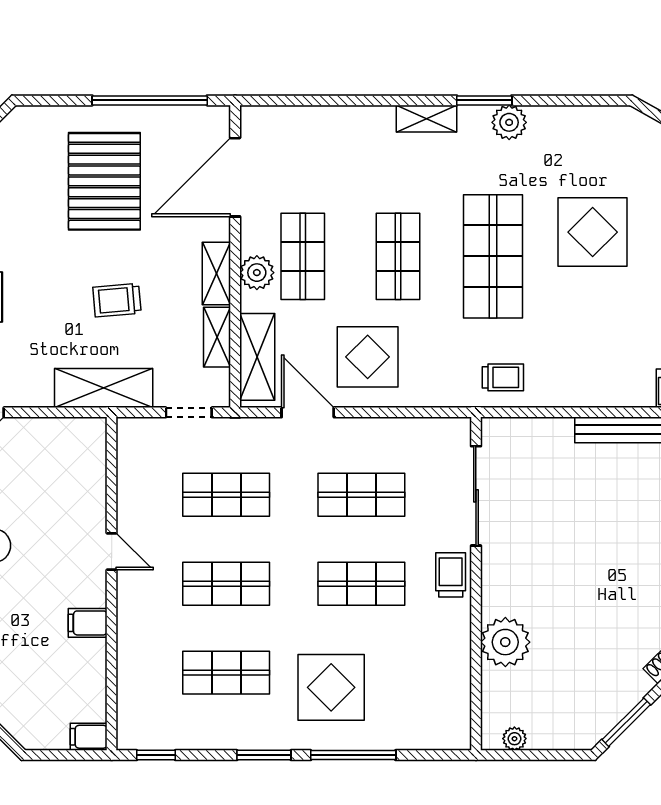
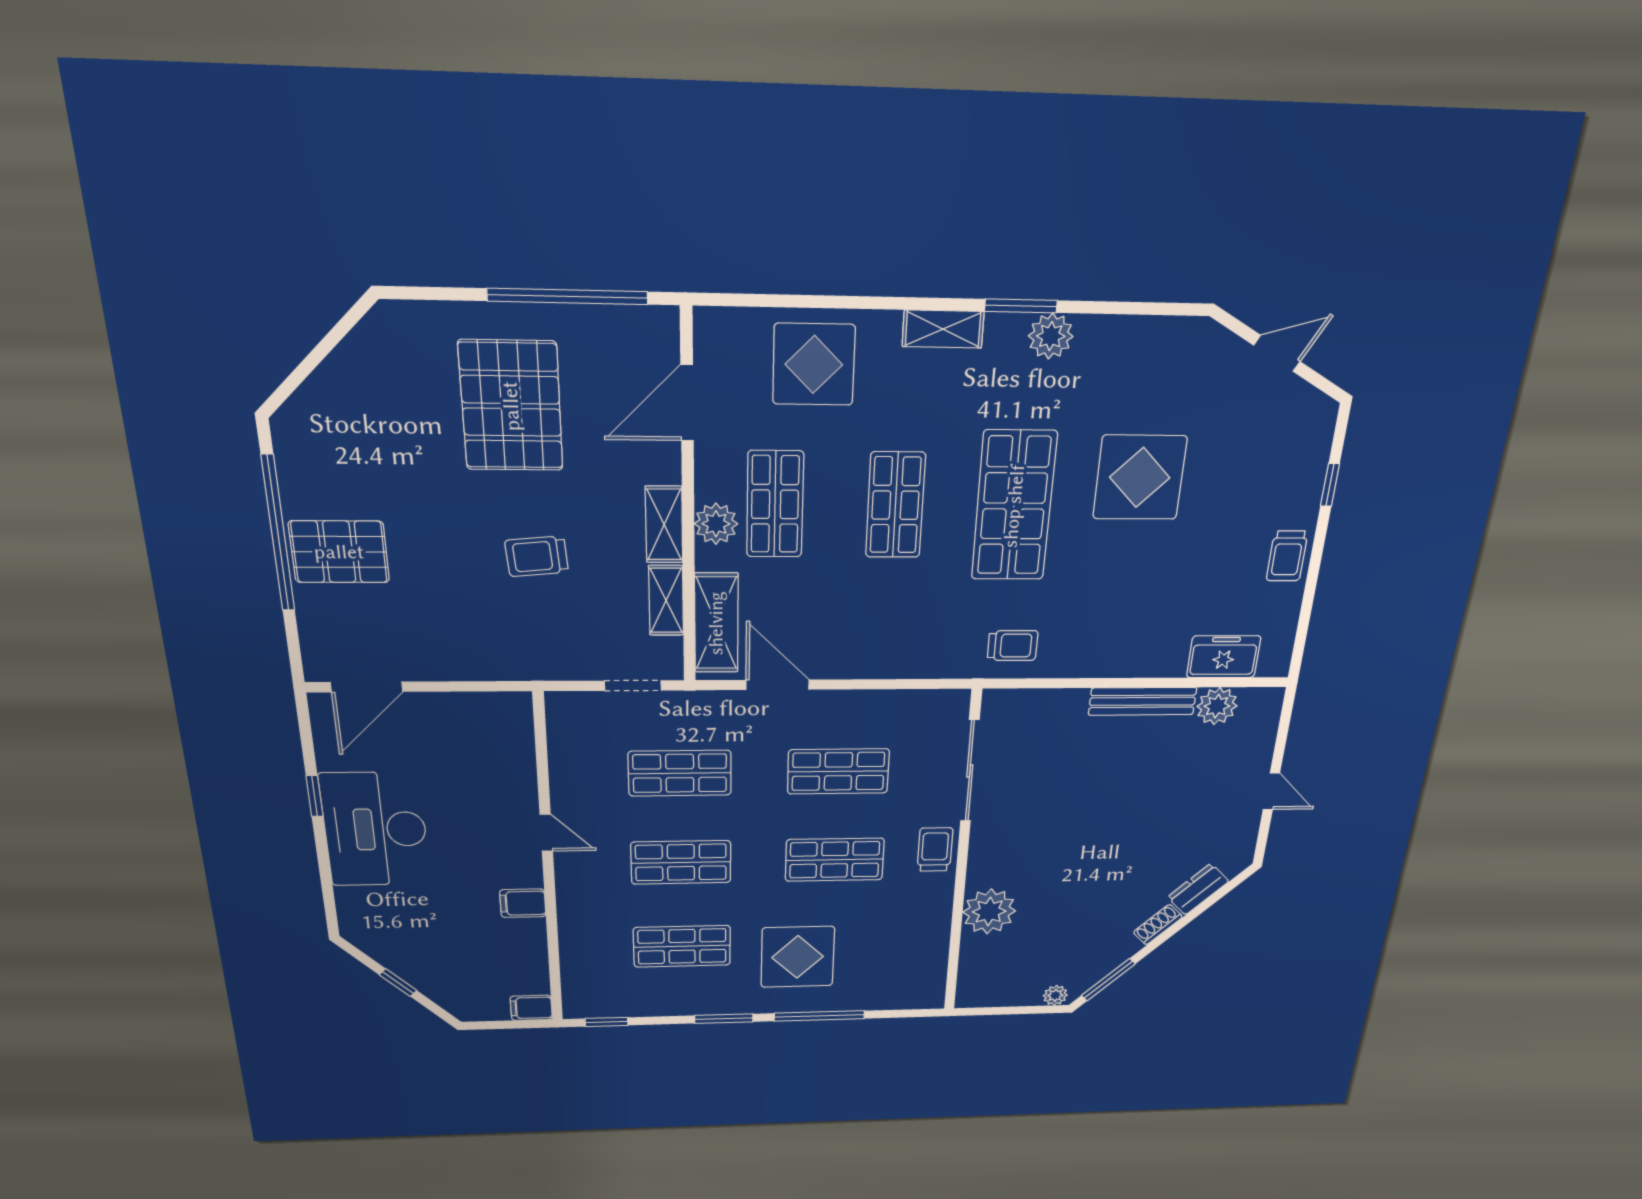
door: (235, 177) -> (687, 403), width x0.73
display table: (368, 357) -> (814, 365), moved
shelving: (104, 388) -> (526, 659), removed
plant: (514, 739) -> (1055, 995), moved

